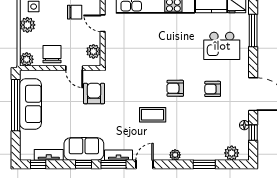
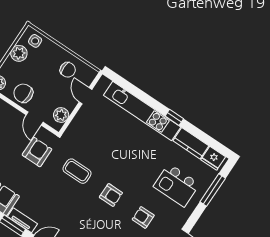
chair: (52, 54) -> (23, 93), turned -90
armchair: (175, 88) -> (111, 195), turned 180
coffee table: (153, 115) -> (77, 171), moved

